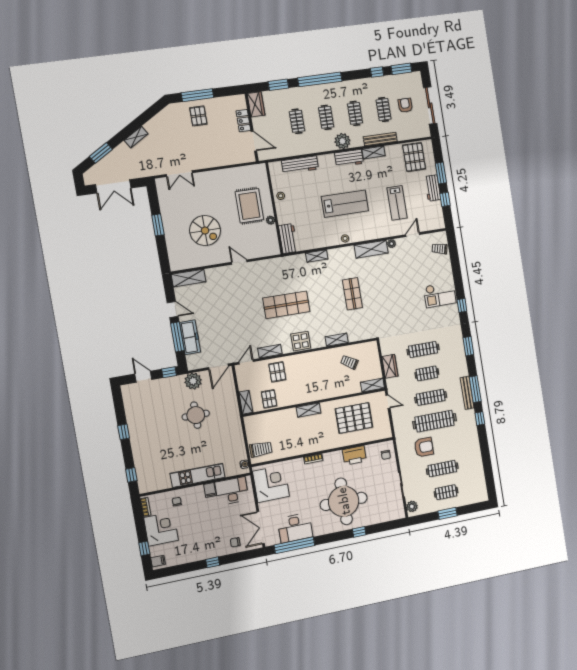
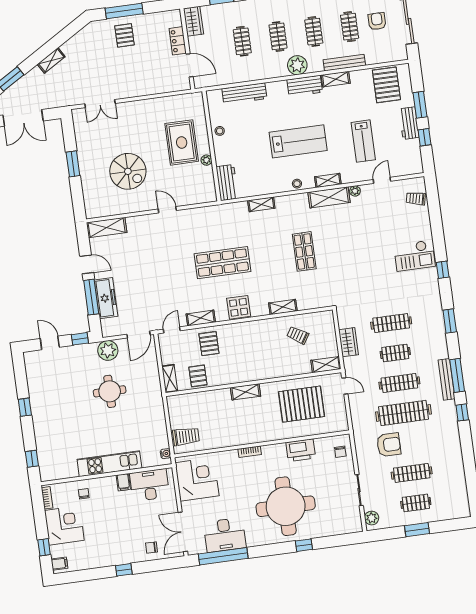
shelving: (370, 235) -> (328, 180), added

